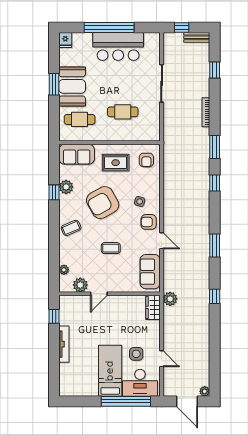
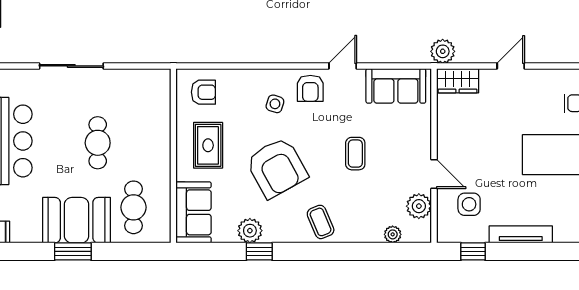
cafe table: (123, 112) -> (98, 143), moved
side table: (136, 354) -> (469, 204), moved
door: (162, 359) -> (511, 66), moved

